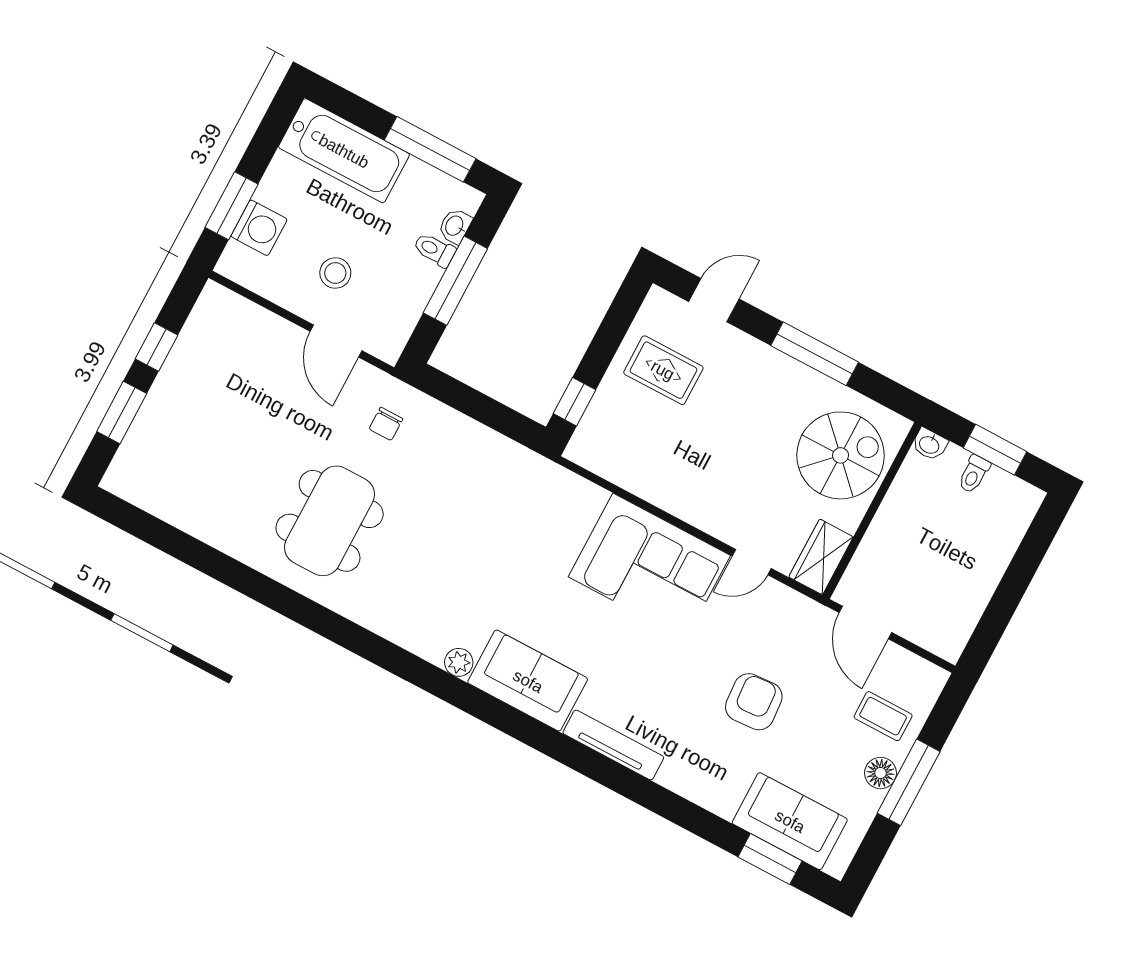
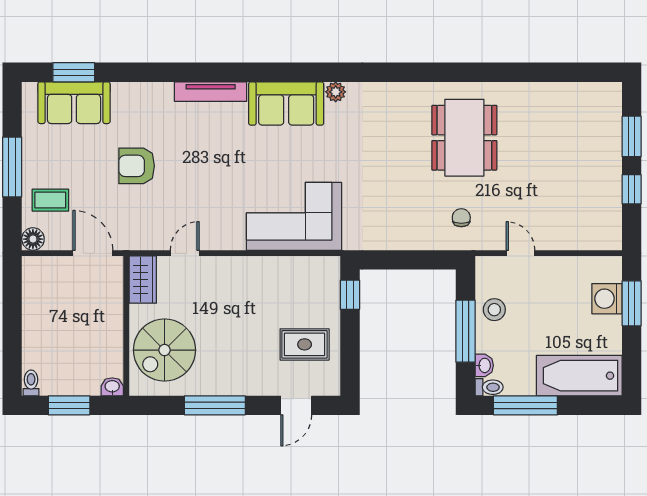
toilet: (434, 250) -> (489, 387), moved
stool: (335, 273) -> (494, 310), moved
door: (336, 341) -> (521, 253), width x0.73
toilet: (974, 474) -> (31, 383), moved
corner sofa: (649, 566) -> (294, 216), moved
armchair: (754, 702) -> (137, 166), turned 94
floor lamp: (881, 773) -> (33, 239), moved

